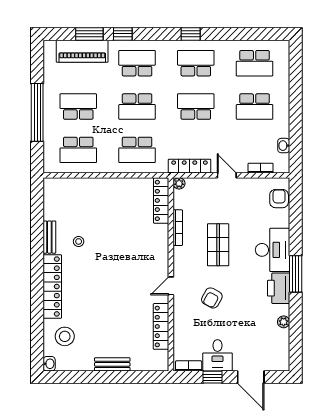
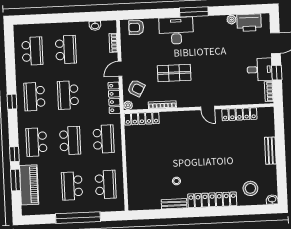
printer: (279, 288) -> (249, 23), moved
armchair: (212, 298) -> (136, 88), moved

